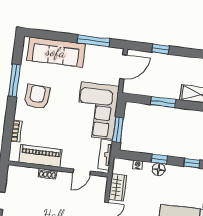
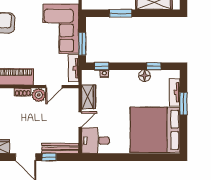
window: (159, 159) -> (102, 66), moved
floor lamp: (158, 169) -> (144, 76), moved
plant: (64, 179) -> (39, 95), added

